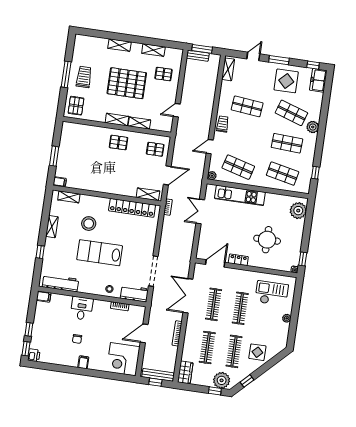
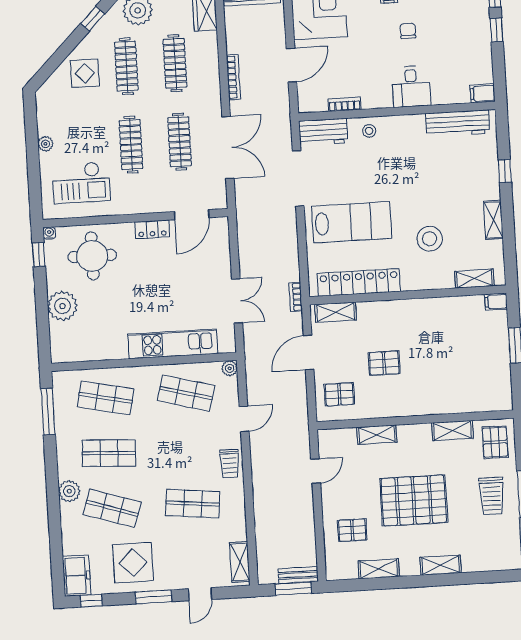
shelving: (117, 120) -> (452, 431), moved
pallet: (118, 143) -> (384, 363), moved
window: (315, 173) -> (48, 412), width x2.17
plant: (298, 211) -> (62, 306), moved
round table: (267, 240) -> (92, 256), moved
lab bench: (100, 253) -> (352, 222), moved

